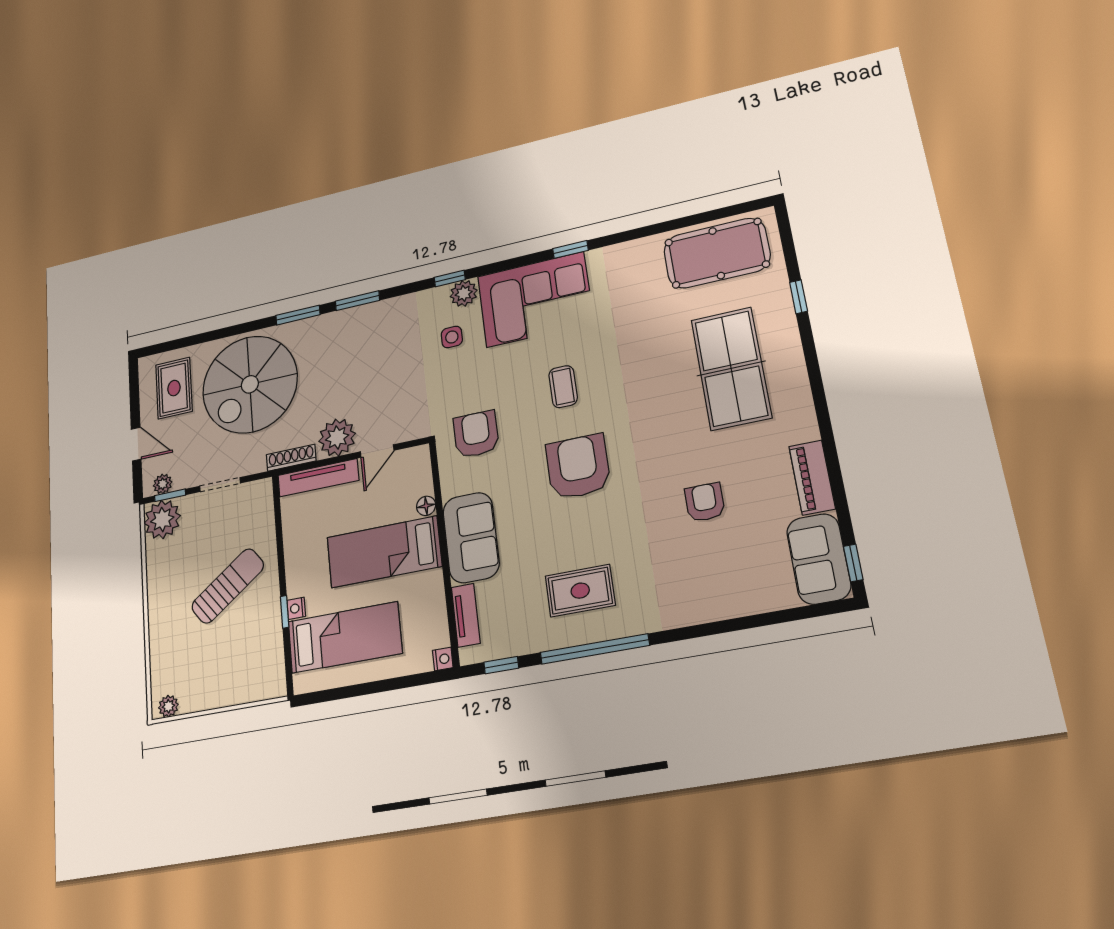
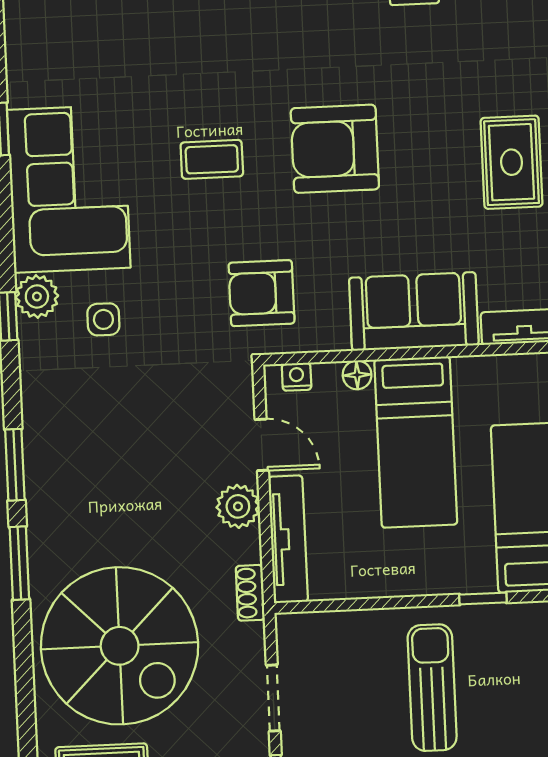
plant: (337, 437) -> (238, 506), width x0.73, depth x0.73
shoe rack: (291, 458) -> (250, 593), width x0.70
sun lounger: (228, 586) -> (432, 688), turned 36
nightstand: (296, 608) -> (297, 377), moved, turned 180

